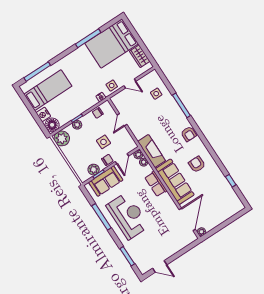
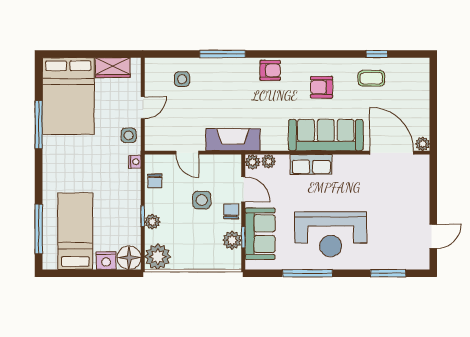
fireplace: (152, 151) -> (233, 140), moved
coffee table: (217, 186) -> (371, 78), added
reception desk: (128, 216) -> (331, 234), turned 180

